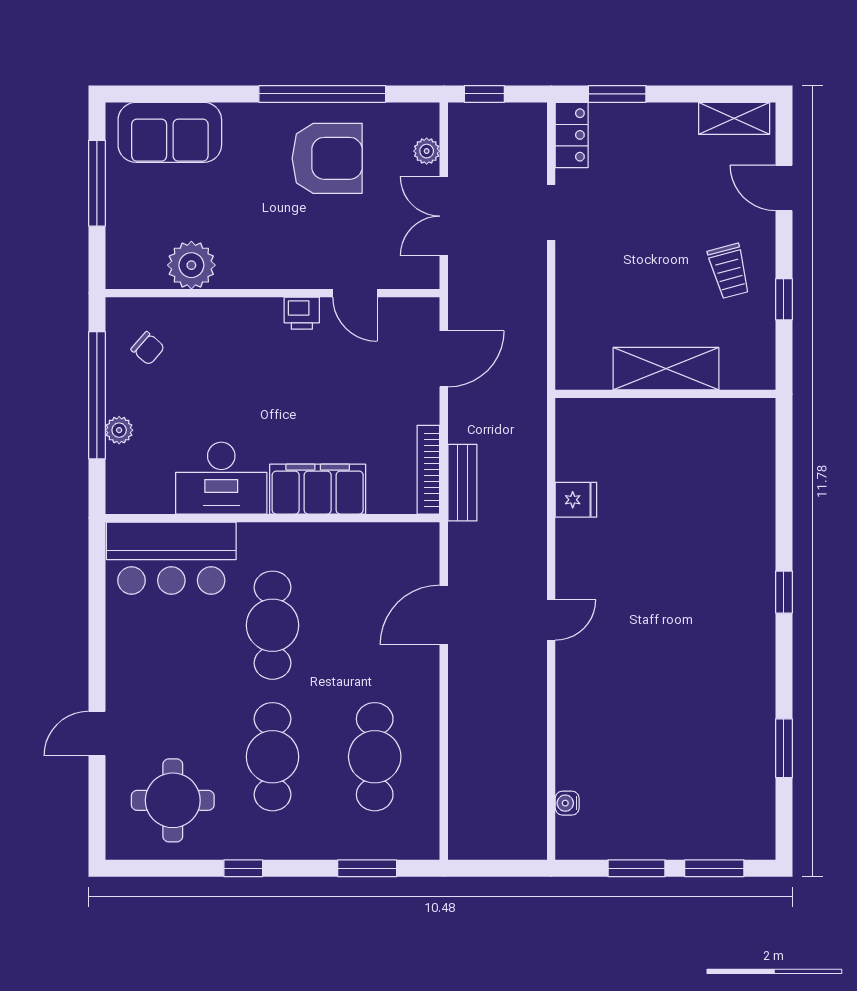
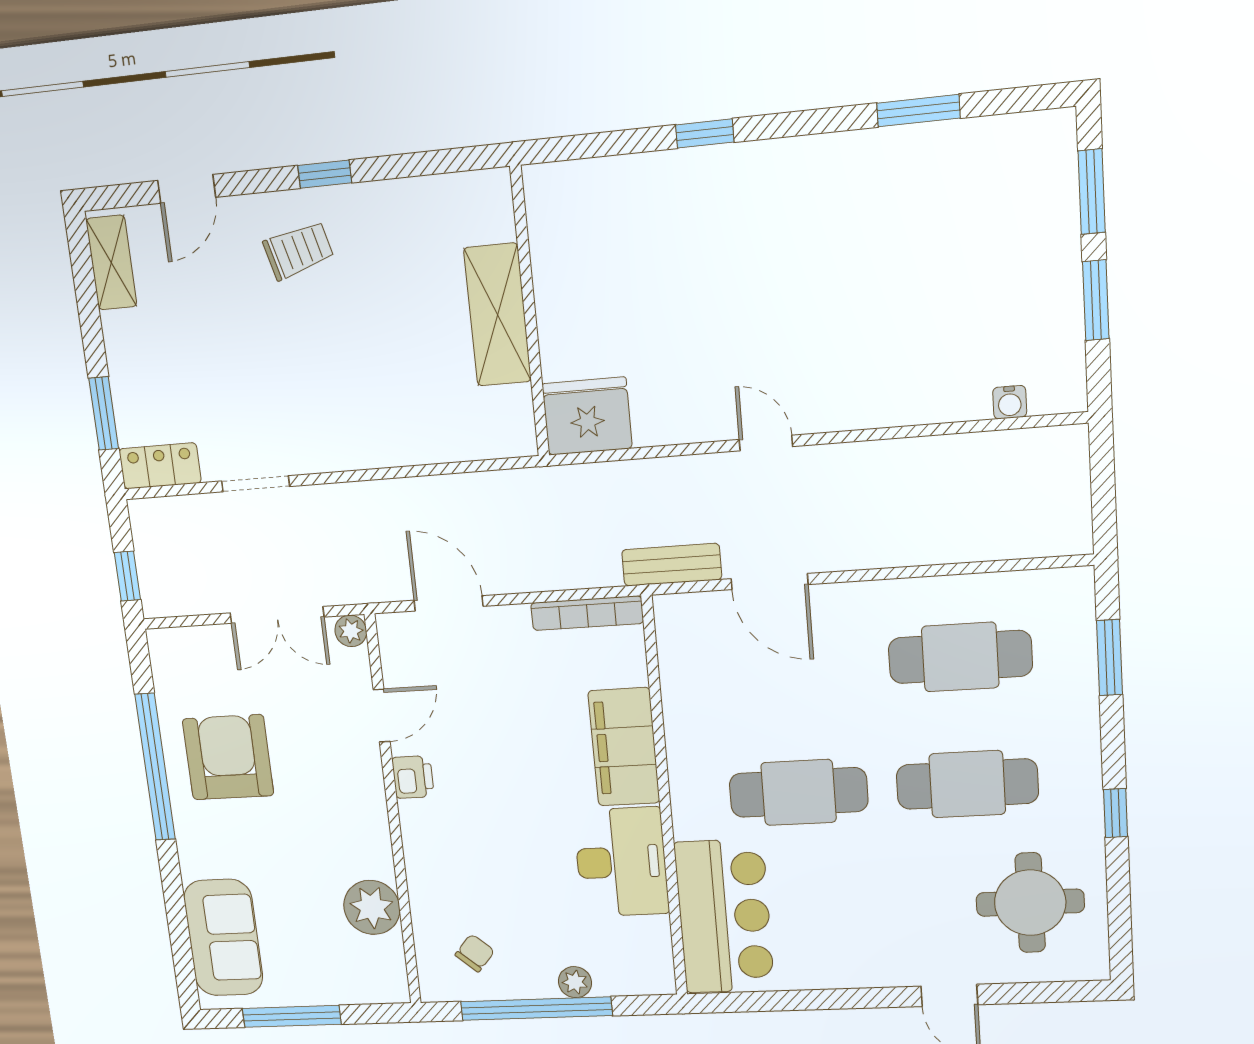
plant: (427, 151) -> (351, 631), moved
shelving: (666, 369) -> (498, 315), moved
wall: (665, 394) -> (530, 313), moved
bench: (462, 483) -> (672, 565), moved
fridge: (576, 500) -> (587, 416), width x1.88, depth x1.34

